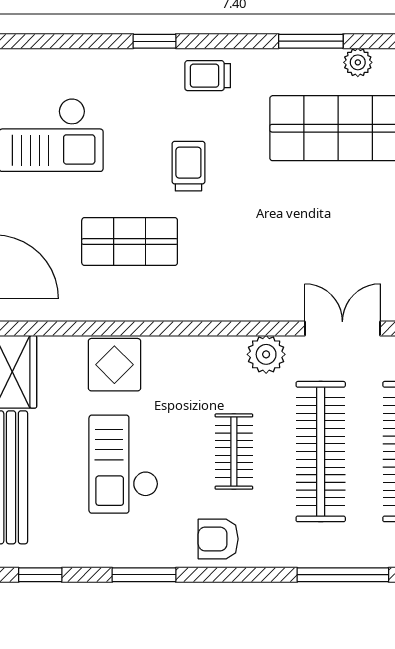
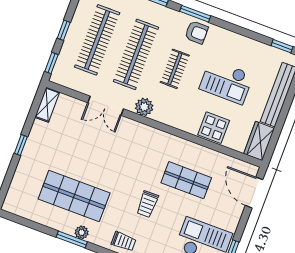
plant: (358, 62) -> (82, 232), moved
checkout: (123, 464) -> (226, 82), turned 90
window: (144, 575) -> (195, 14), moved

